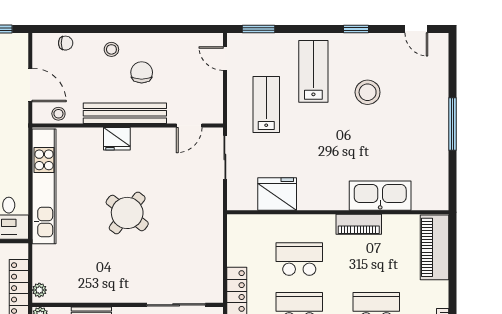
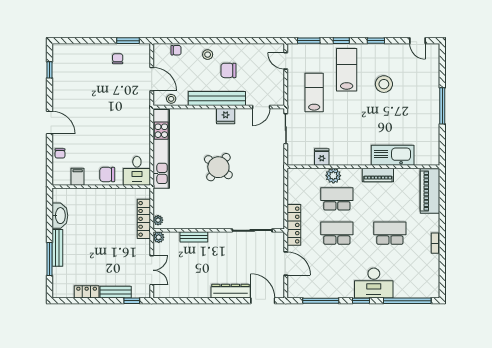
window: (306, 29) -> (341, 41), added
chair: (142, 72) -> (228, 70), turned -90
fridge: (117, 139) -> (226, 116), moved
fridge: (277, 194) -> (322, 157), width x0.53, depth x0.75
plant: (294, 225) -> (333, 176), added

